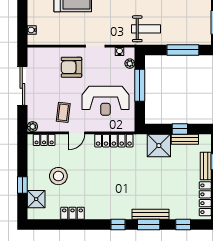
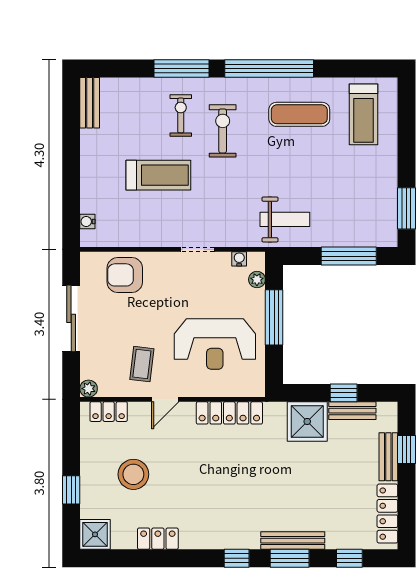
armchair: (71, 67) -> (125, 275), moved
shower: (36, 199) -> (95, 534), moved

